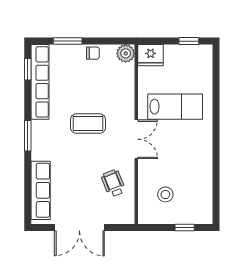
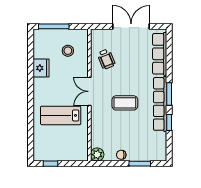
fridge: (151, 55) -> (41, 68), moved, turned 90
window: (28, 69) -> (169, 123), moved
row of seats: (40, 82) -> (160, 104), moved
window: (185, 228) -> (54, 26), width x2.17

